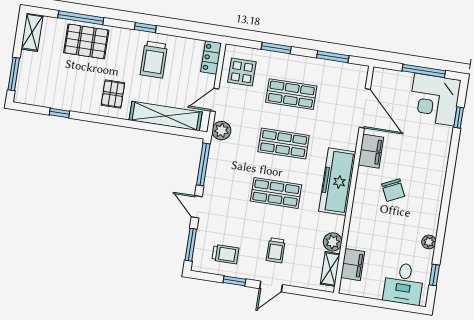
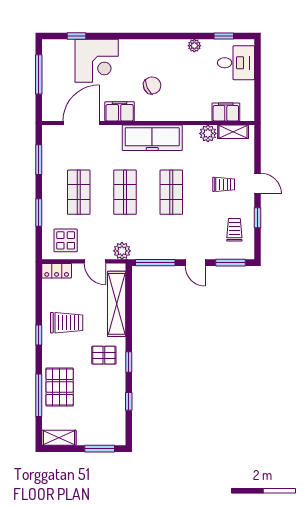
corner desk: (434, 100) -> (97, 61), moved
window: (102, 119) -> (129, 362), added
door: (197, 207) -> (195, 263), hinge flipped

